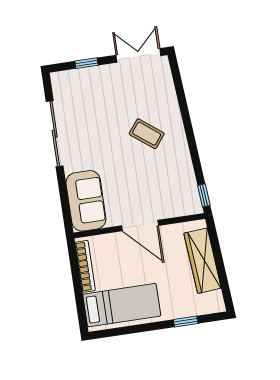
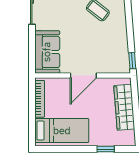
door: (140, 226) -> (83, 75), hinge flipped

